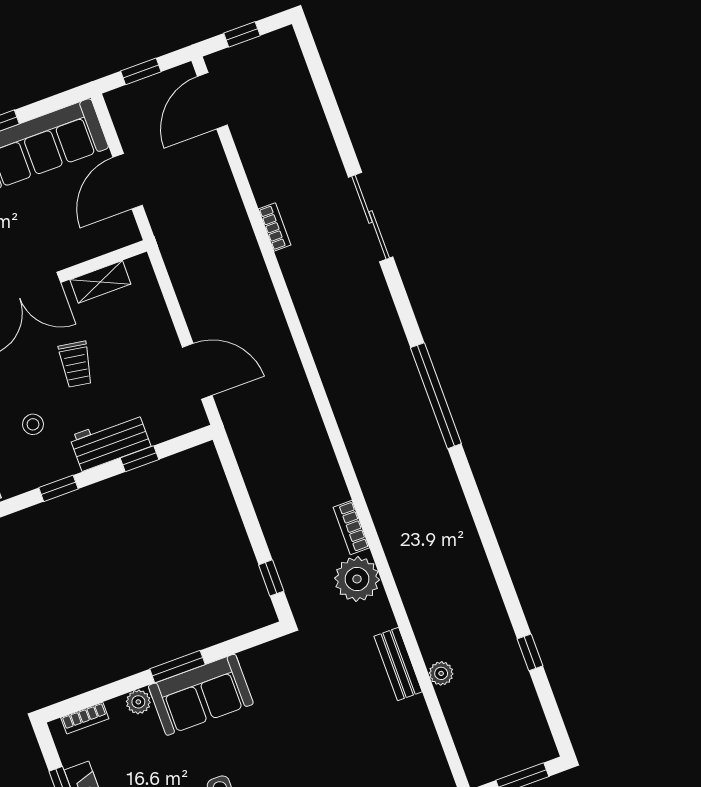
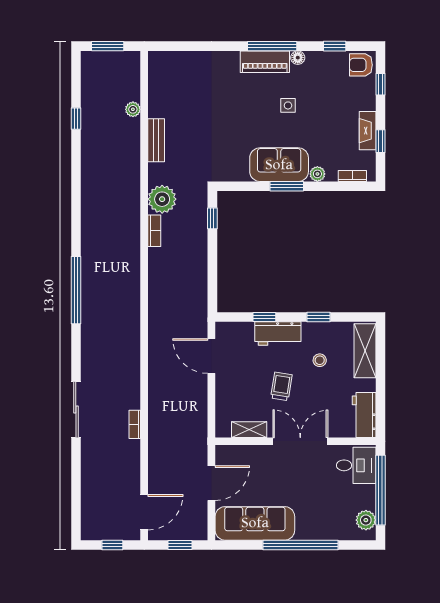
plant: (441, 673) -> (133, 109), moved

